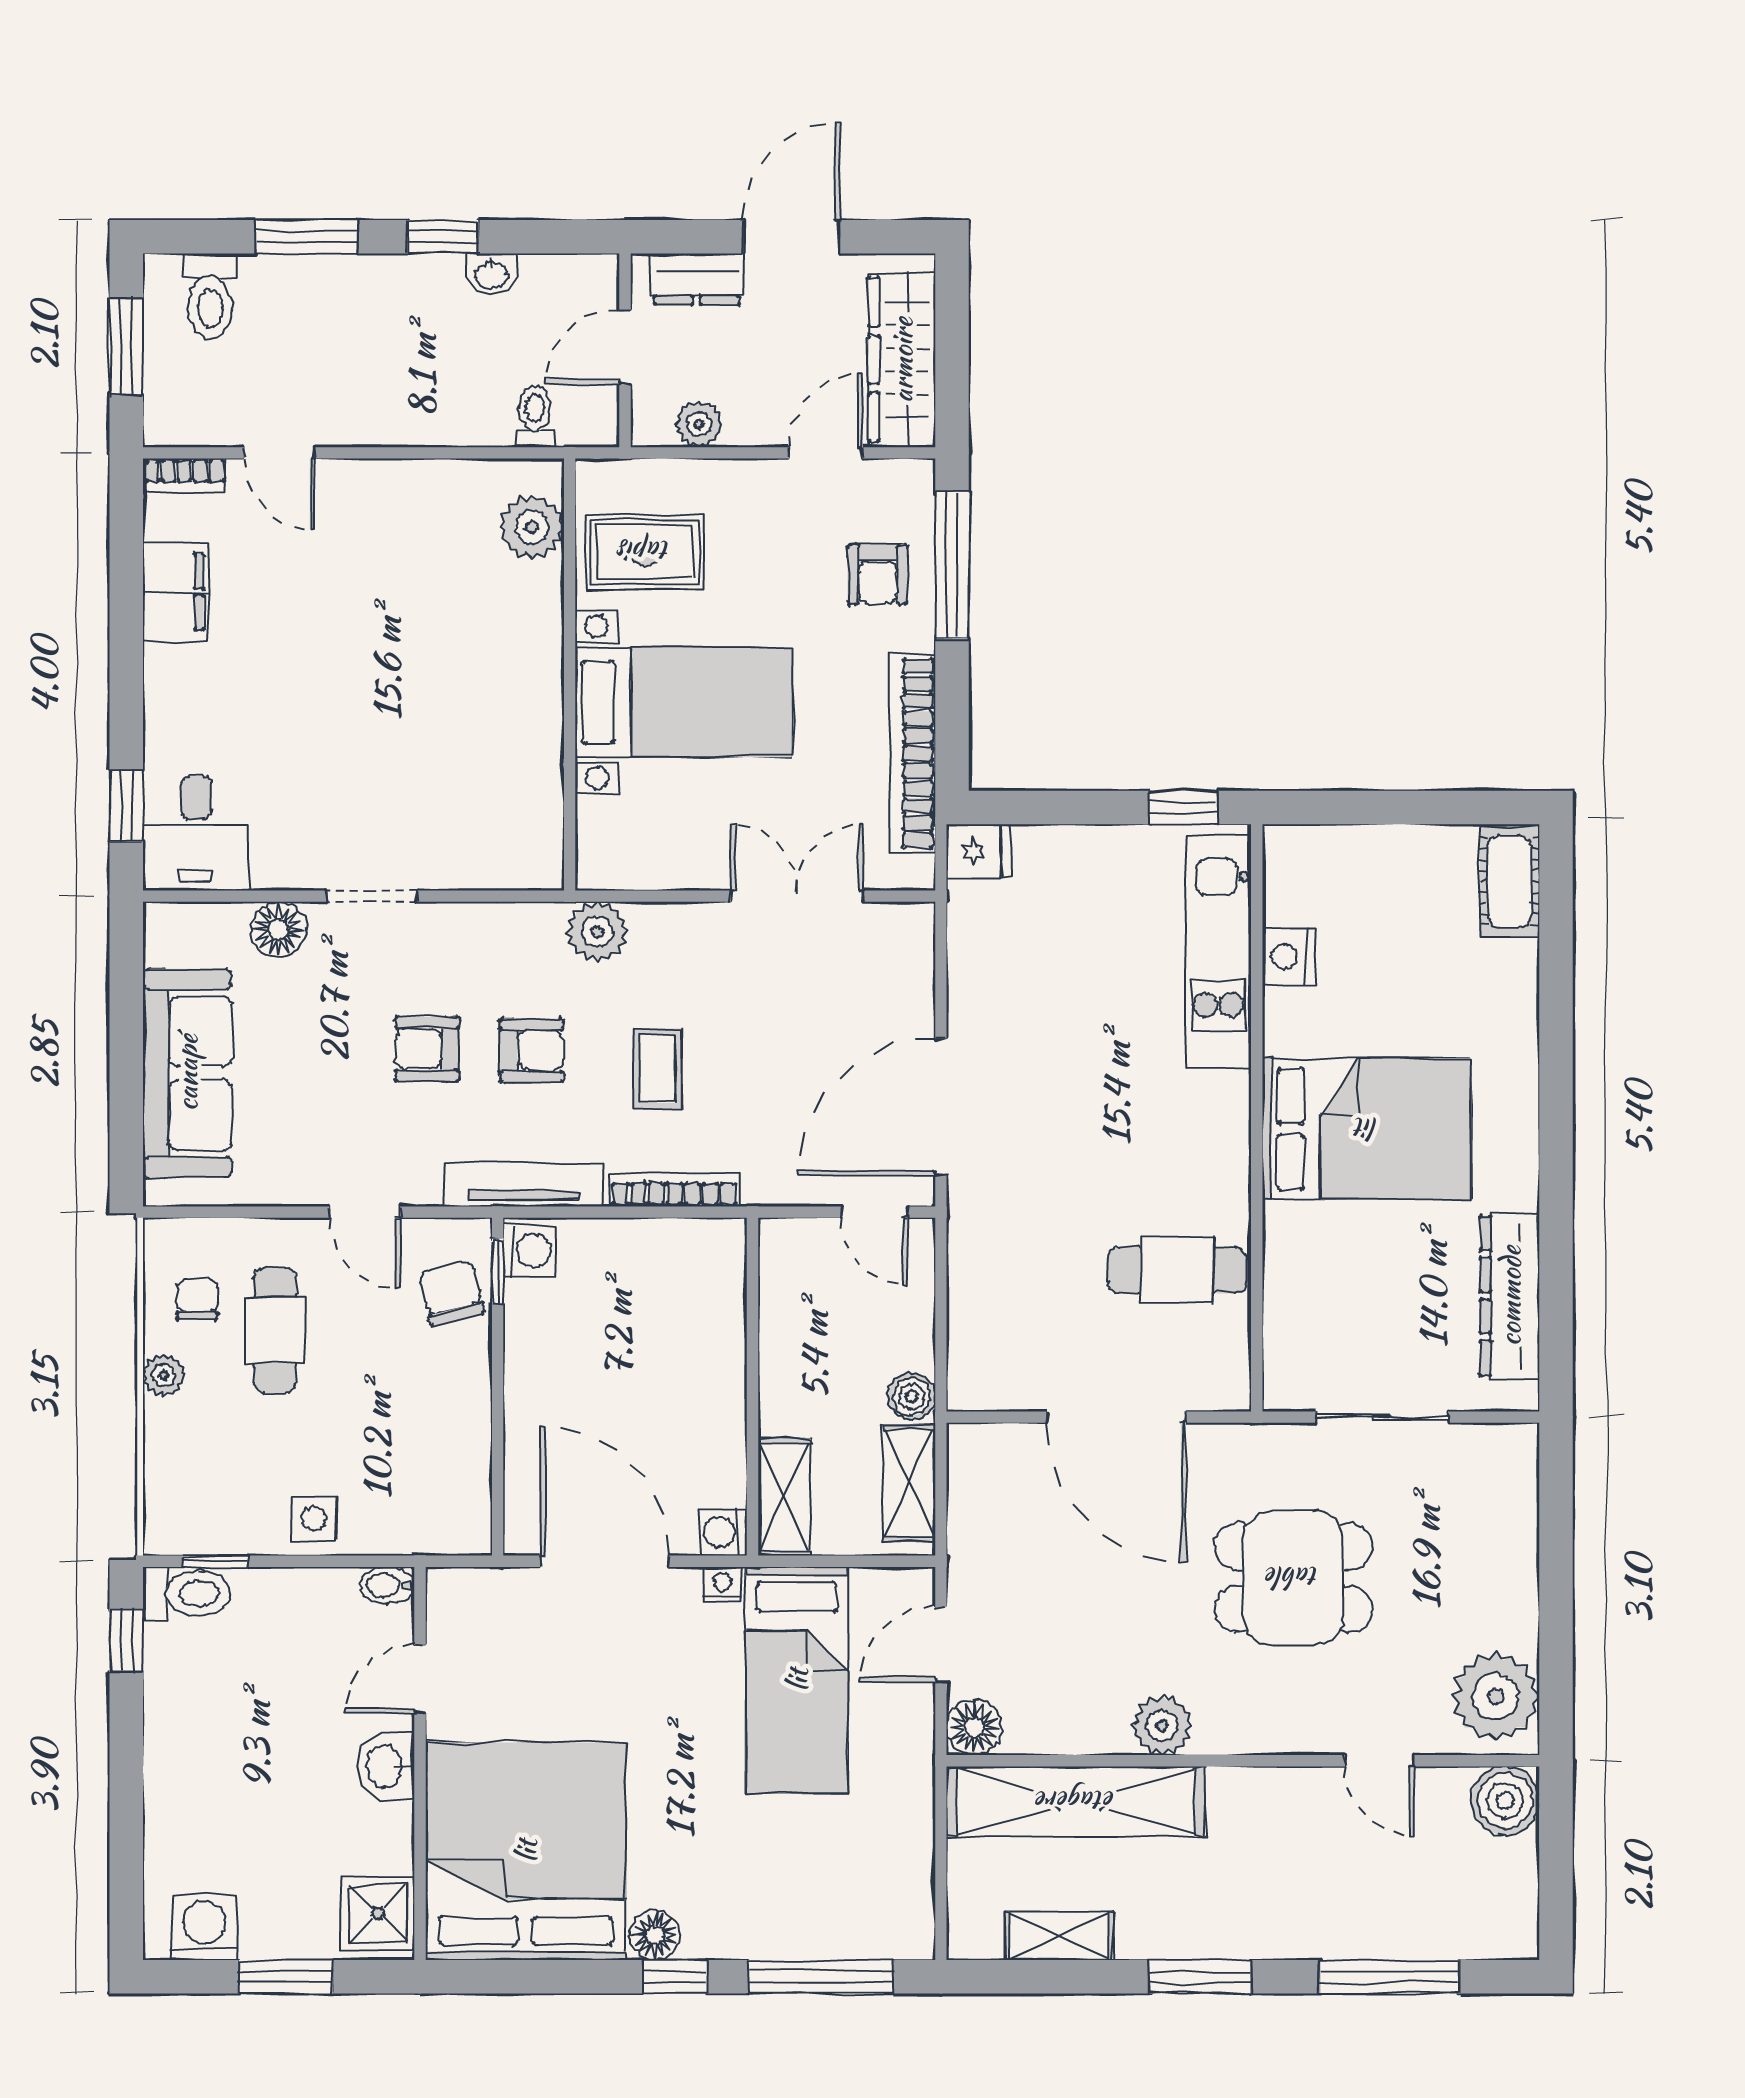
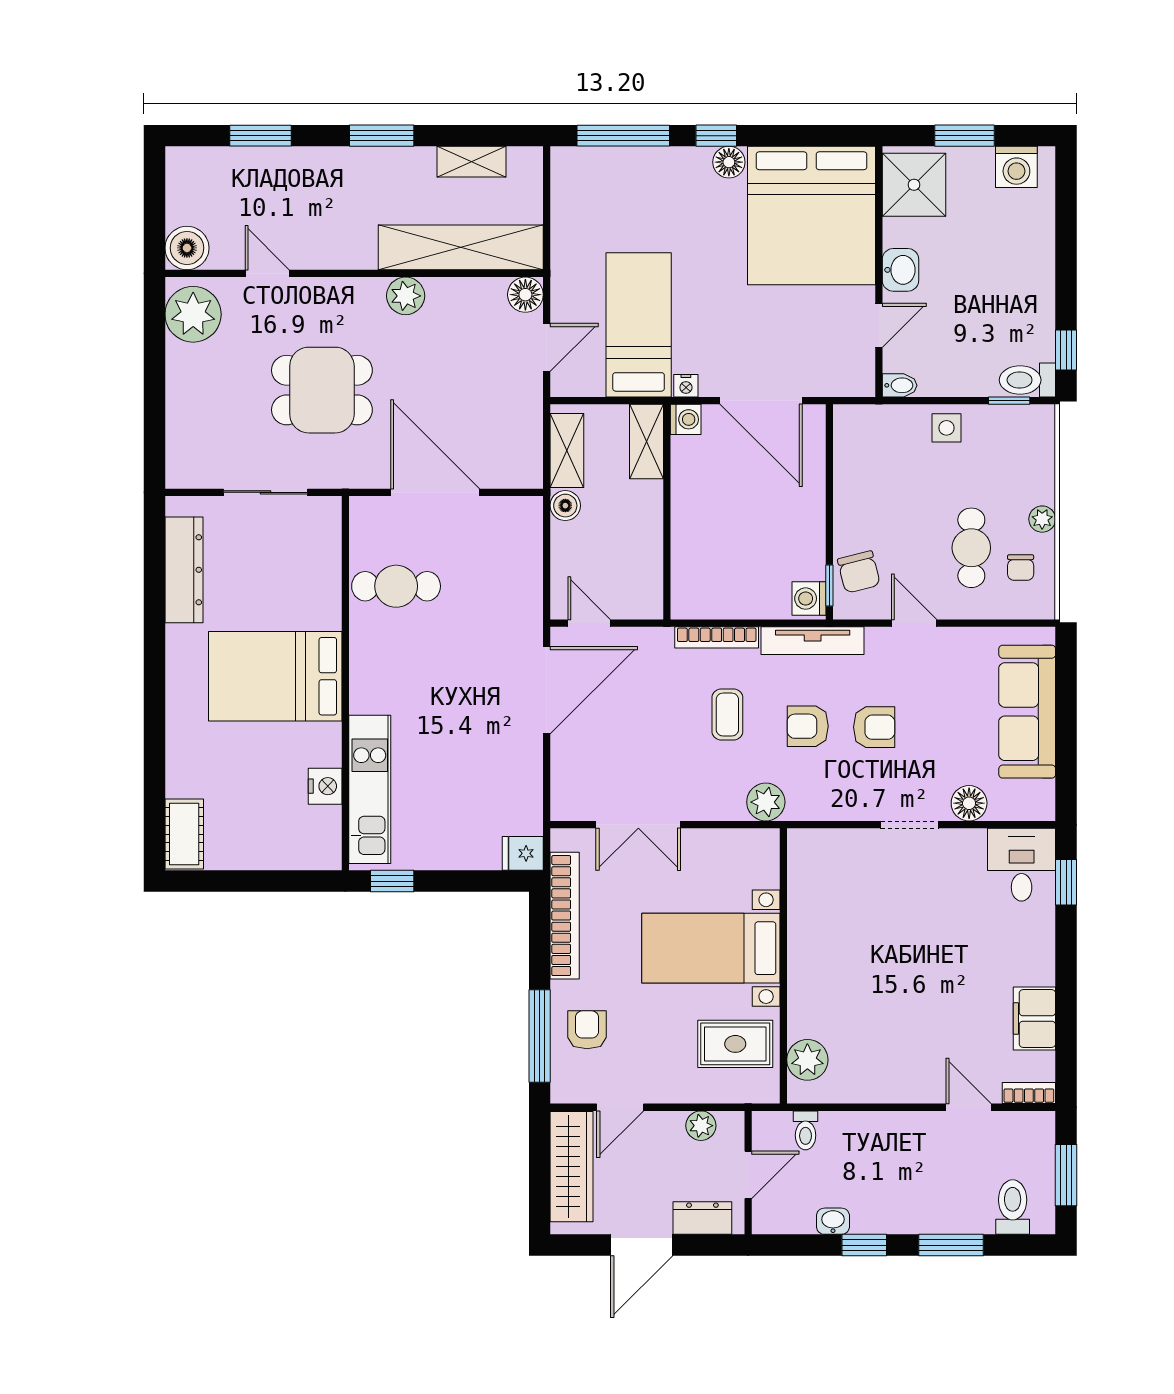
shower: (378, 1913) -> (914, 185), width x1.36, depth x1.36
window: (1390, 1977) -> (261, 136), width x0.69

